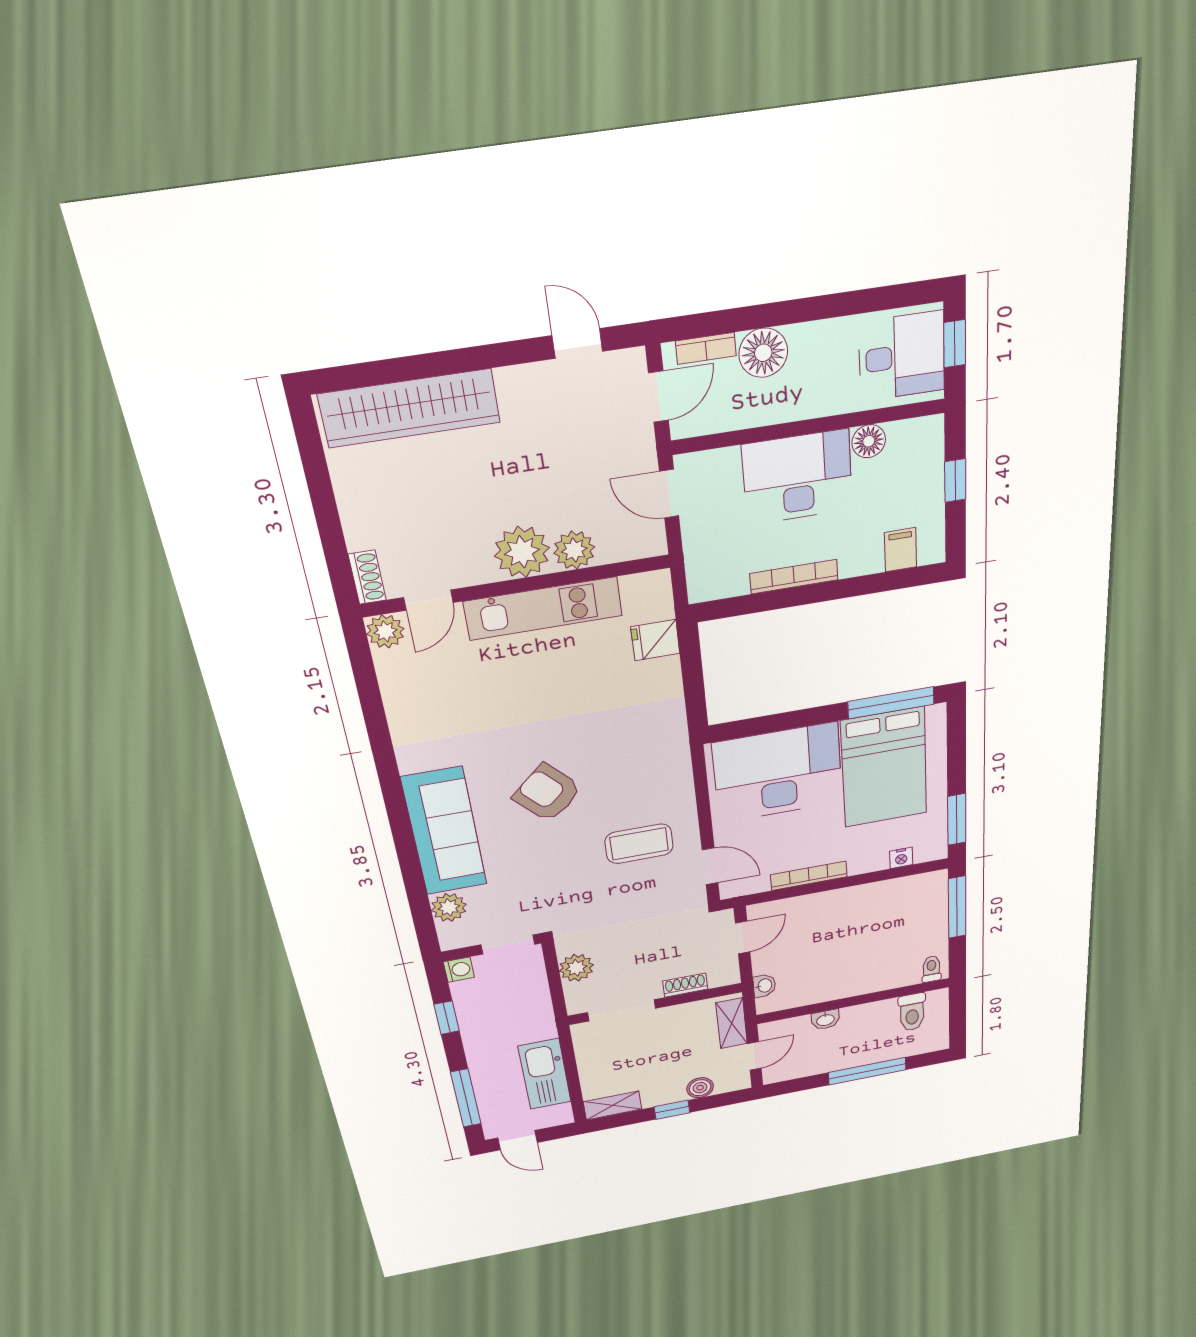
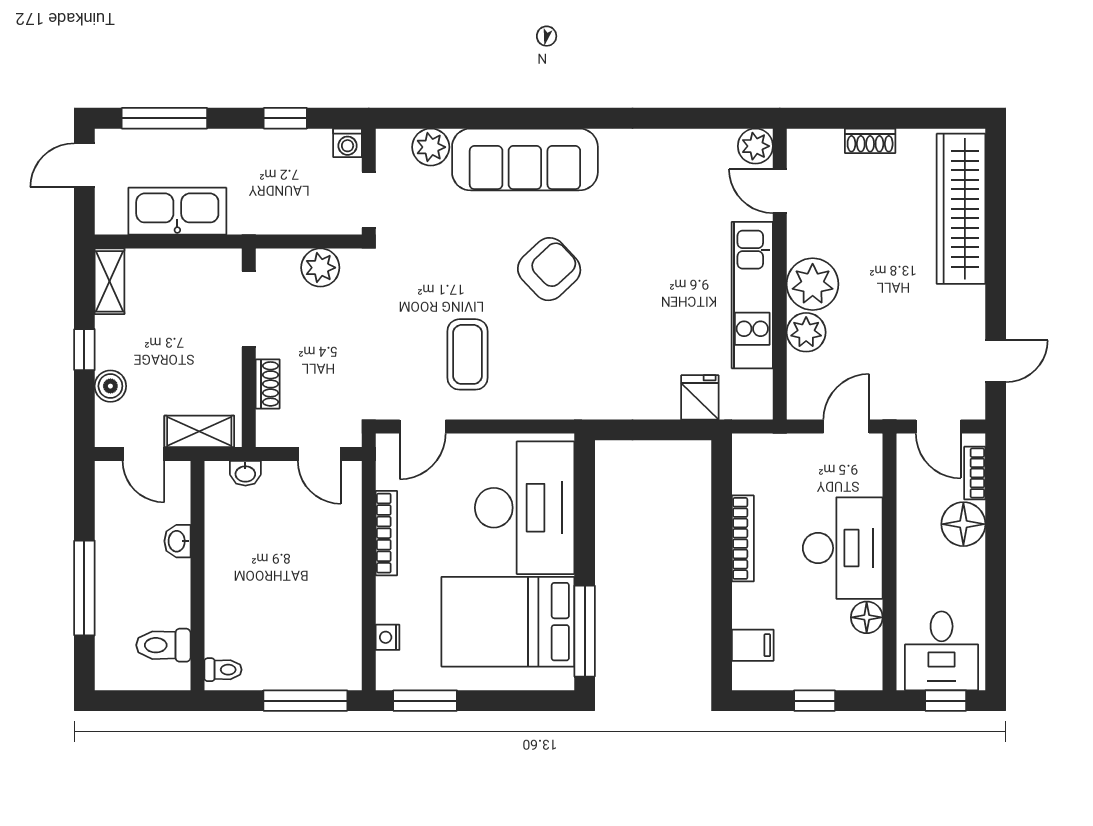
shoe rack: (367, 577) -> (870, 141), moved

